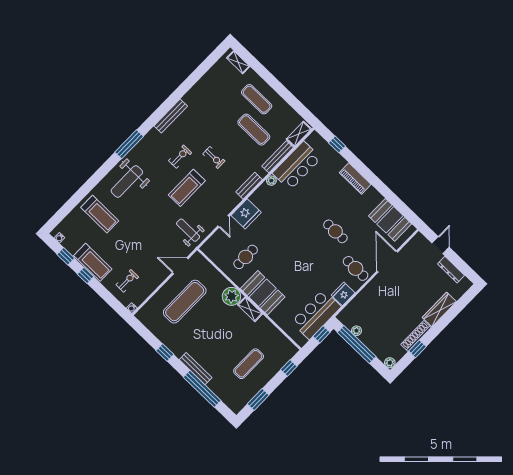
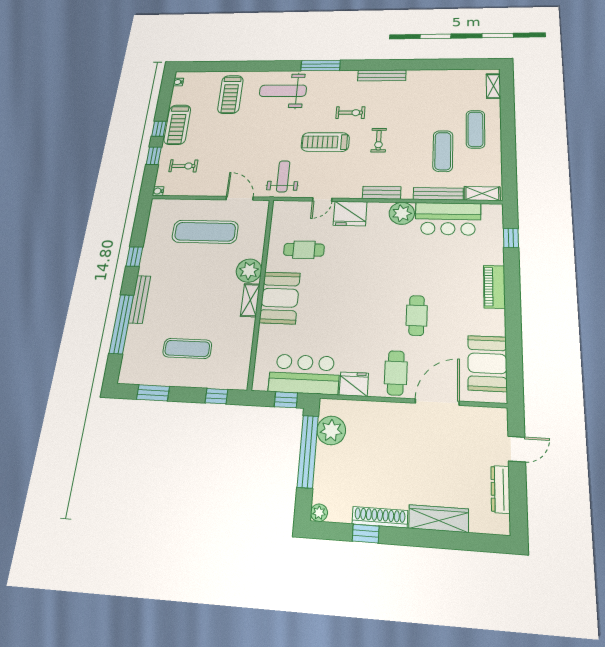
plant: (271, 181) -> (402, 213), width x1.88, depth x1.88
window: (66, 256) -> (154, 156), moved
plant: (356, 331) -> (331, 430), width x1.87, depth x1.87

